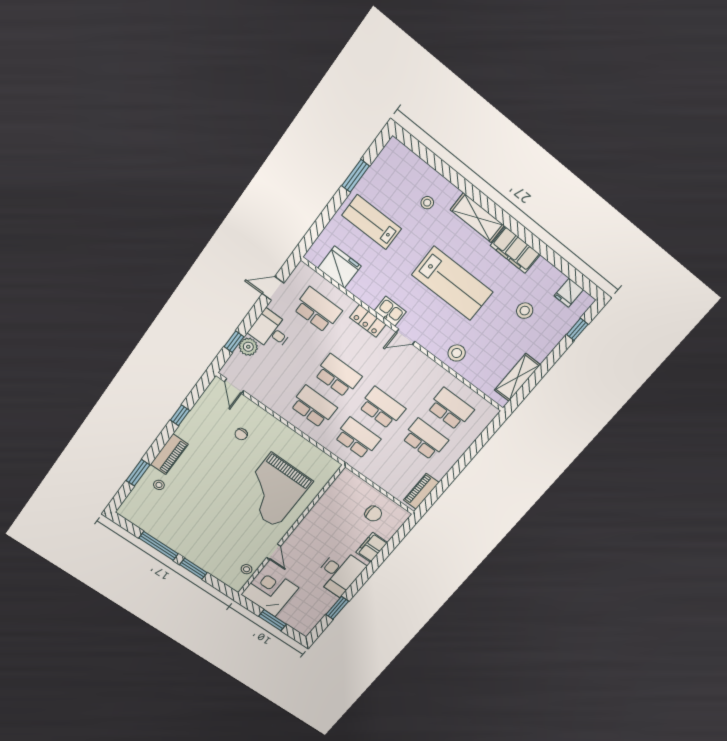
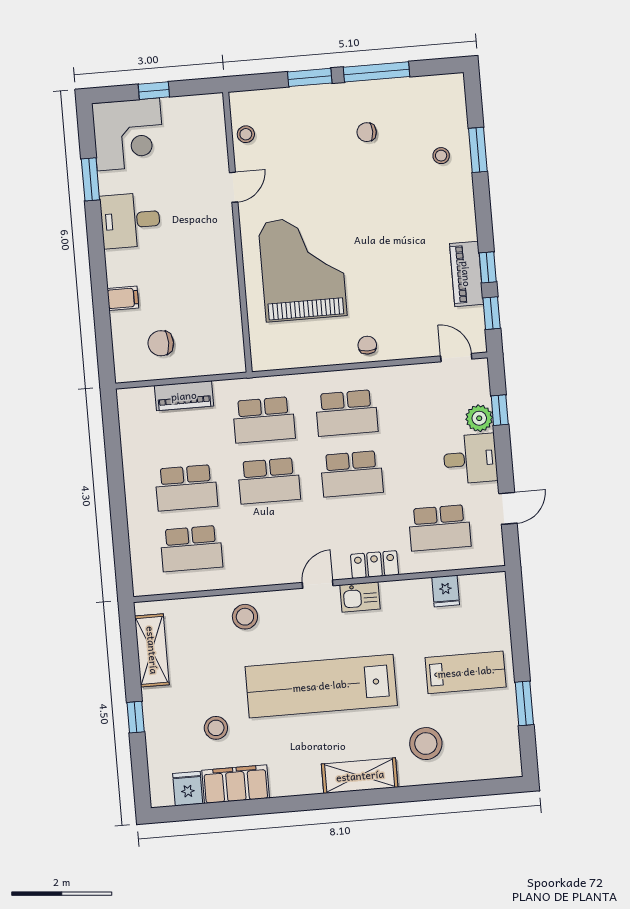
stool: (427, 203) -> (426, 744), width x1.89, depth x1.89
filing cabinet: (515, 250) -> (236, 784), moved
fridge: (339, 267) -> (446, 591), width x0.53, depth x0.75
lab bench: (452, 283) -> (321, 686), width x1.36
window: (577, 329) -> (136, 717), moved
window: (197, 392) -> (492, 313), added
chair: (241, 434) -> (367, 345), moved
piano: (169, 454) -> (466, 274), moved
piano: (421, 491) -> (184, 396), moved, turned 90
chair: (187, 524) -> (367, 132), added
filing cabinet: (372, 547) -> (123, 298), width x0.50
door: (274, 552) -> (234, 187), swing flipped
desk: (339, 572) -> (130, 220), width x0.73
corner desk: (270, 591) -> (128, 134), moved
window: (272, 620) -> (154, 91), width x0.67

